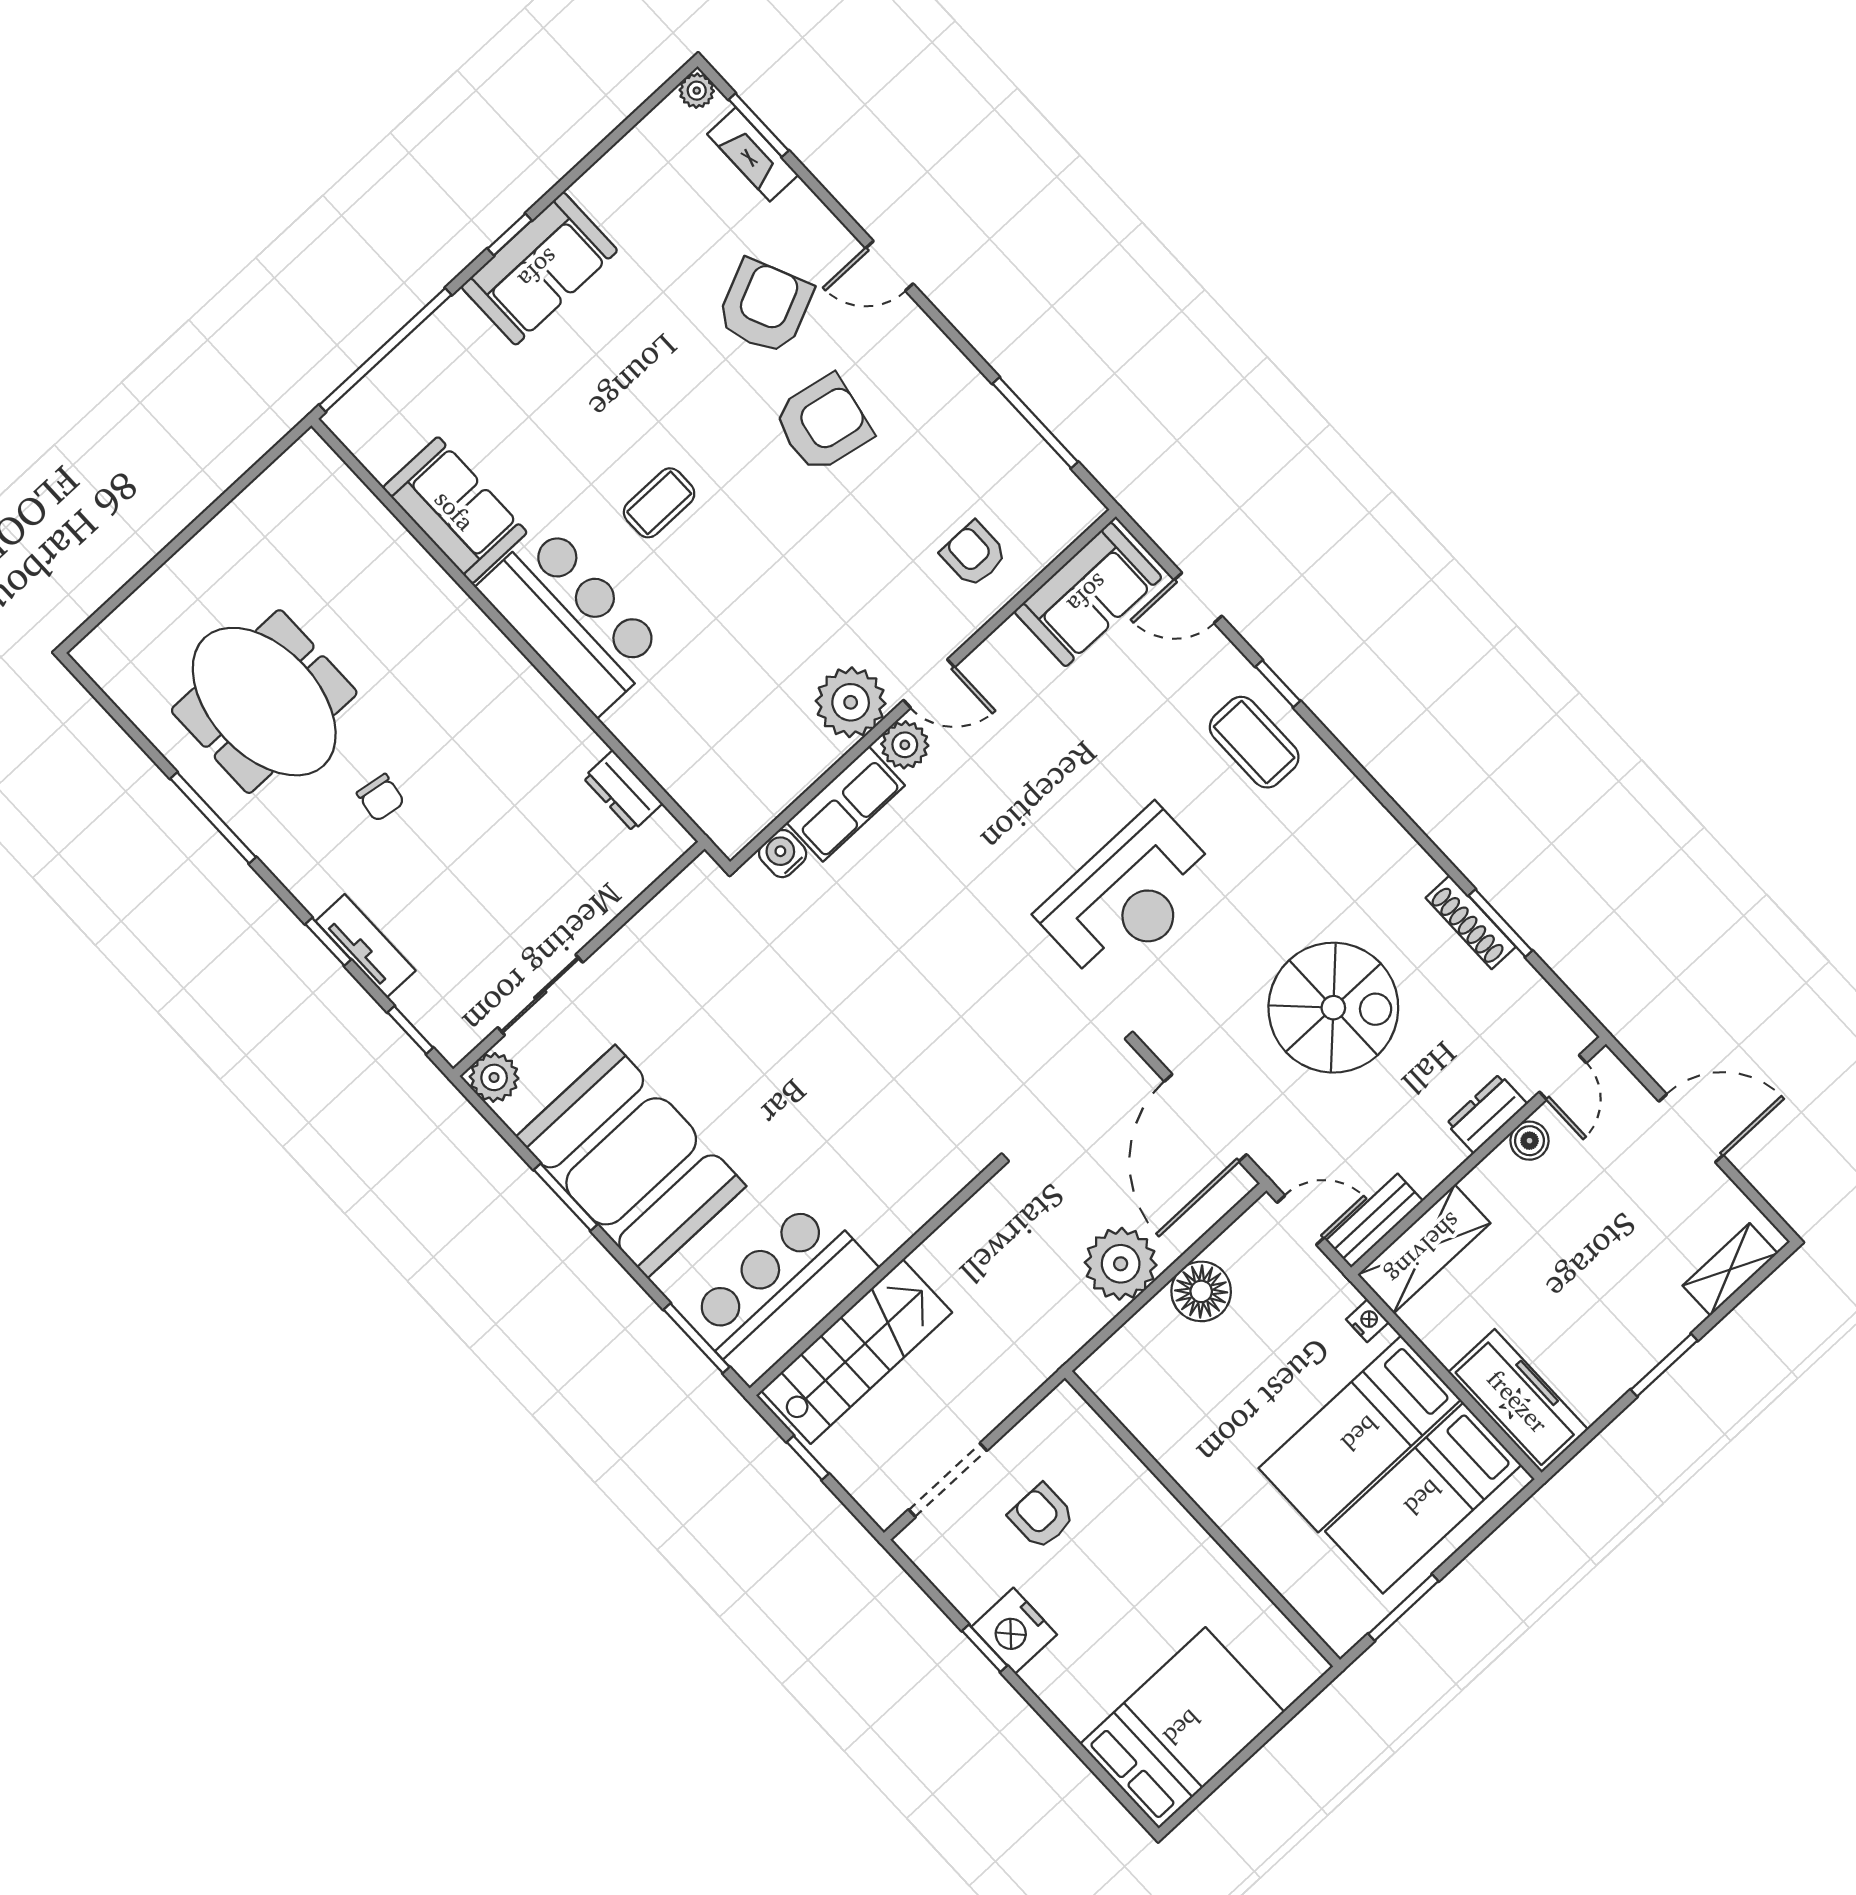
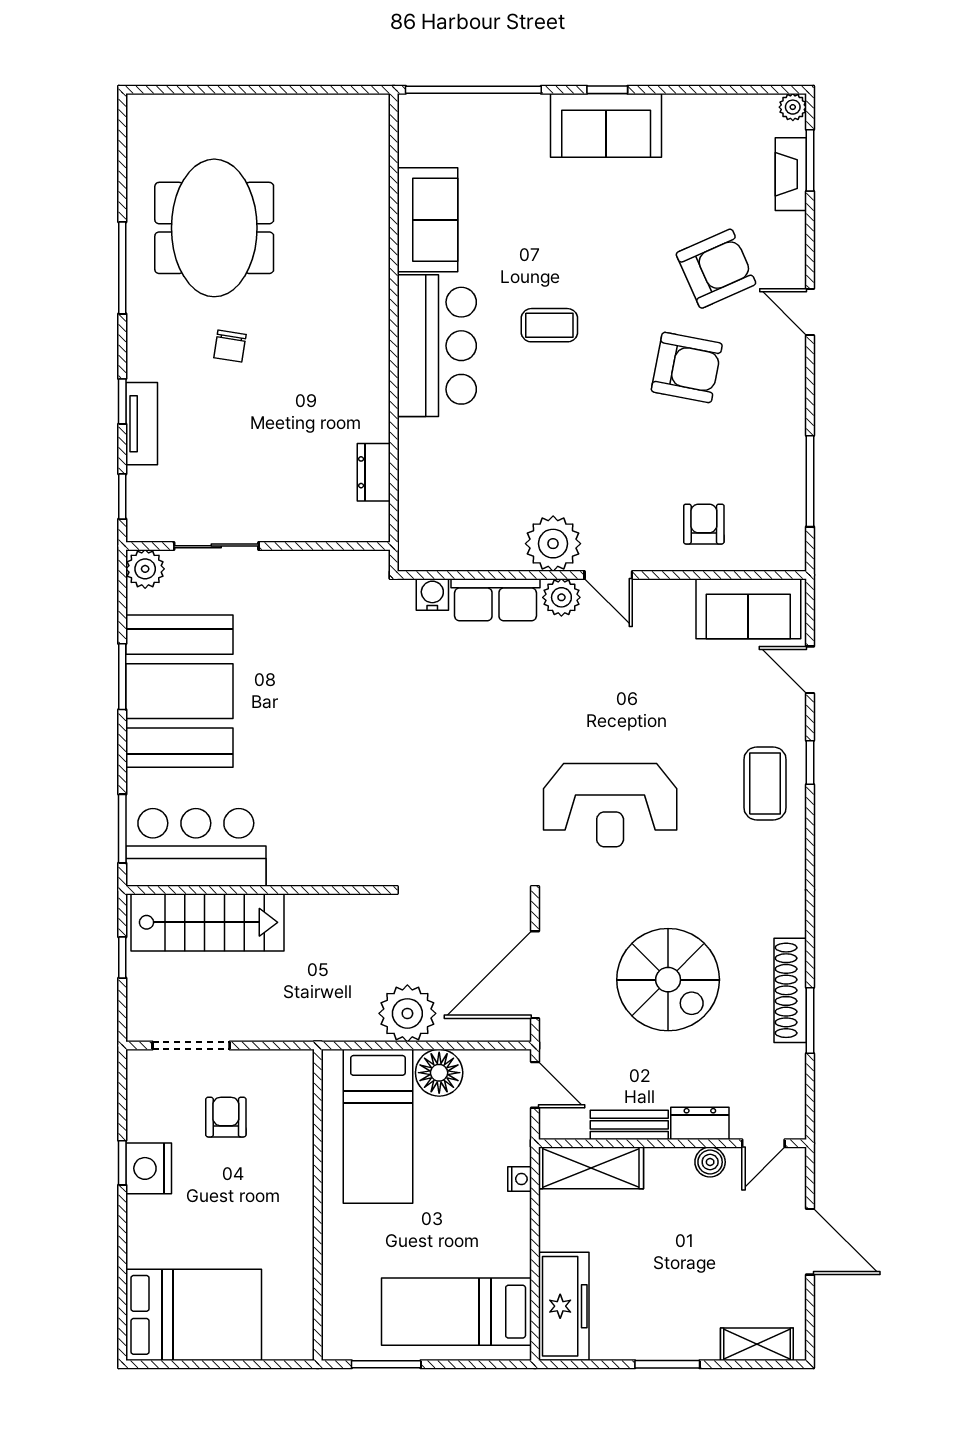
shoe rack: (1471, 922) -> (790, 990), width x1.36, depth x1.24
bench: (1374, 1221) -> (629, 1125), moved
bed: (1360, 1434) -> (378, 1126), moved, turned -90

